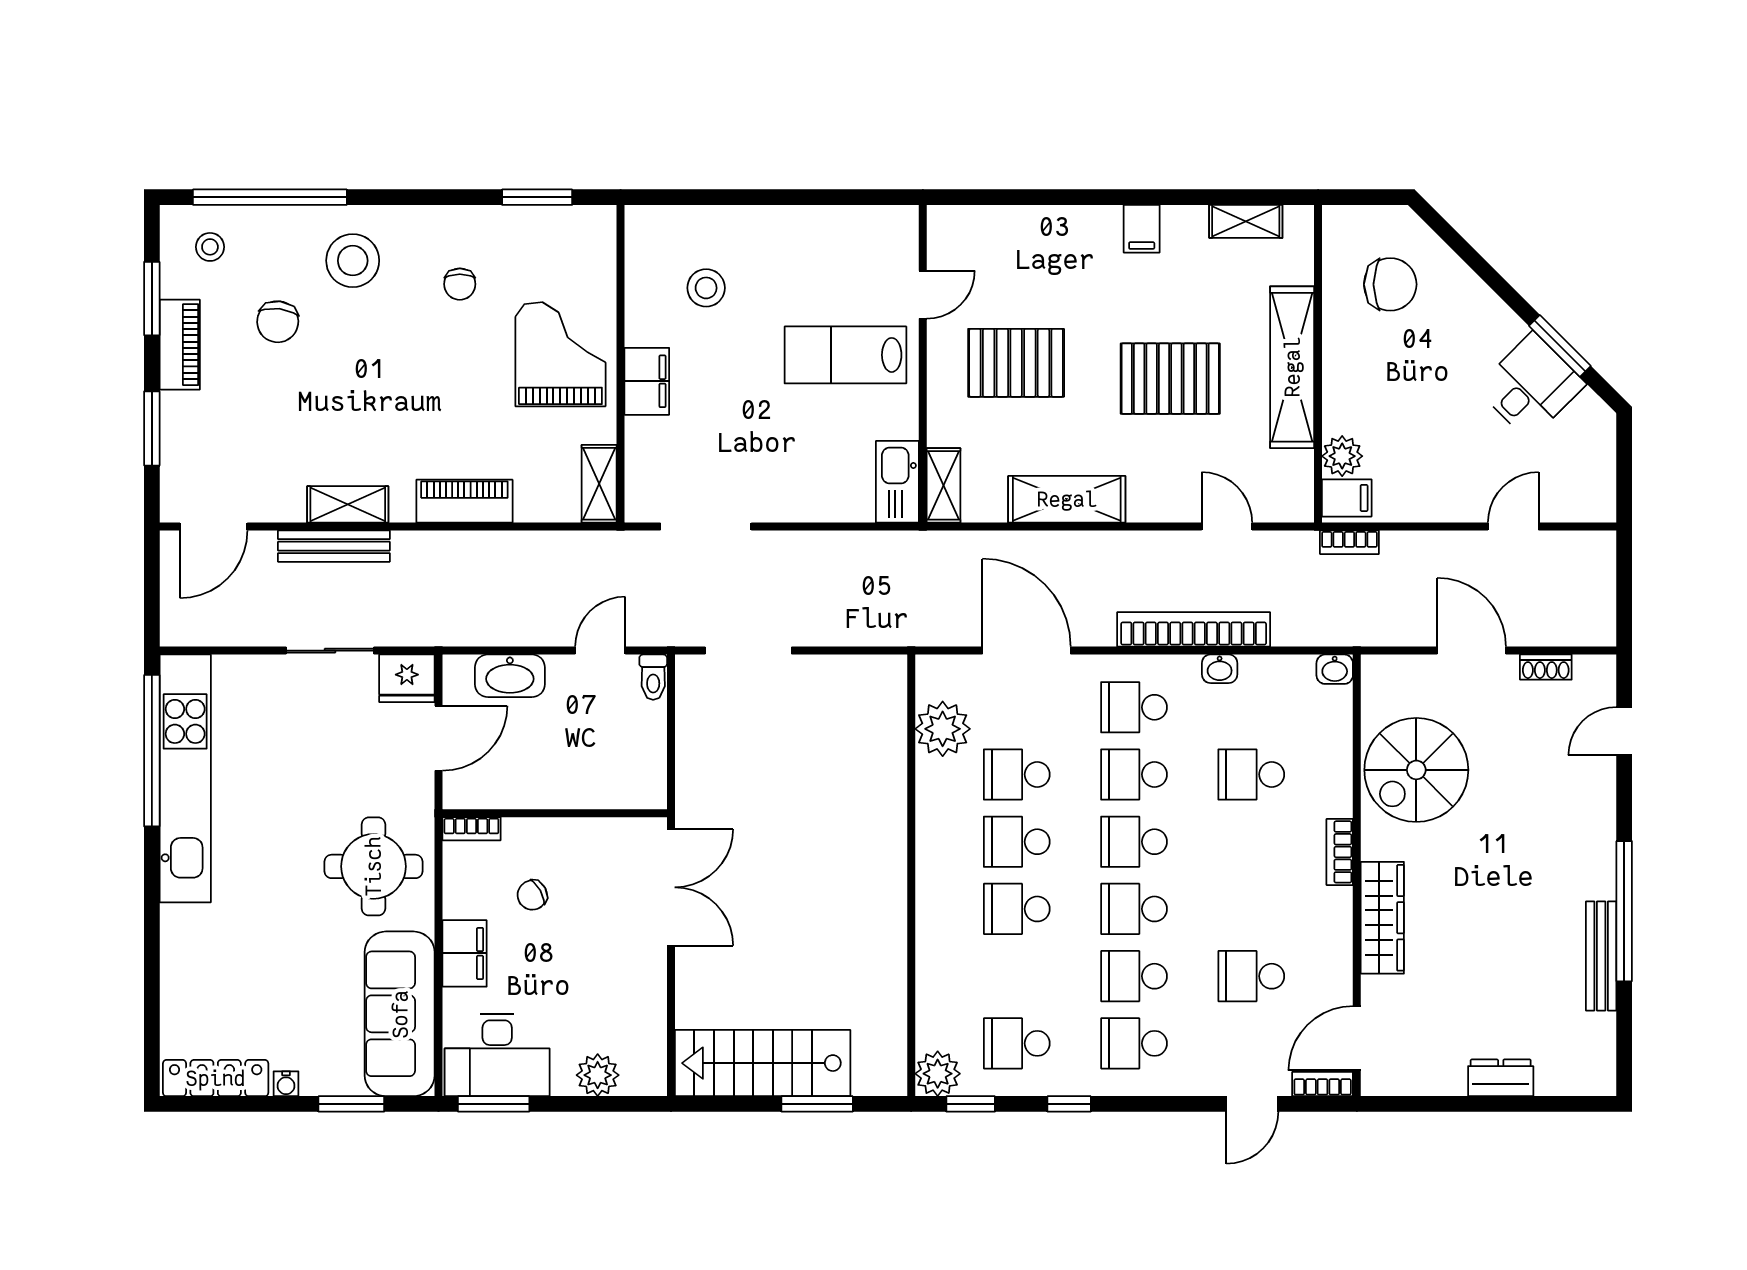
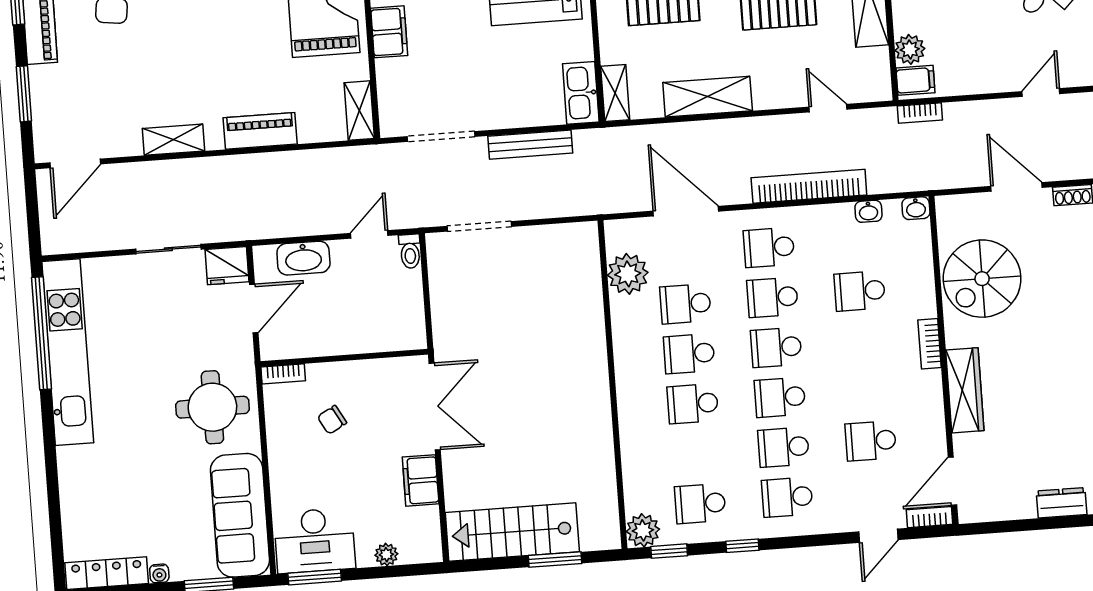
bench: (334, 546) -> (530, 145), moved
washbasin: (1220, 669) -> (868, 211), moved
filing cabinet: (465, 953) -> (421, 480), moved, turned 180
plant: (598, 1075) -> (386, 555), width x0.73, depth x0.73

